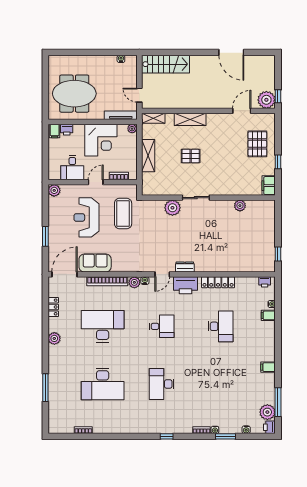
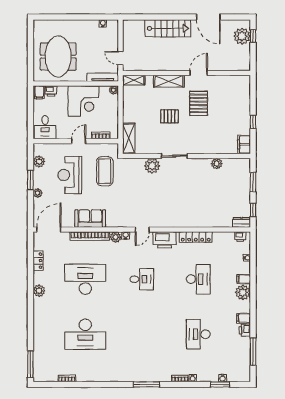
stairs: (165, 64) -> (168, 28), moved
meeting table: (74, 94) -> (58, 57), turned 90
window: (278, 96) -> (253, 36), moved
plant: (266, 100) -> (242, 36), moved
door: (242, 111) -> (199, 73), moved
pallet: (257, 144) -> (199, 103), moved
shelving: (148, 156) -> (129, 138), moved
desk: (72, 168) -> (45, 127), moved
plant: (54, 190) -> (39, 162), moved
window: (278, 225) -> (253, 182), added
window: (45, 236) -> (30, 180), moved
plant: (53, 236) -> (38, 193), added
sofa: (95, 263) -> (90, 219), moved
dresser: (185, 267) -> (241, 222), moved
filing cabinet: (268, 315) -> (244, 279), moved
desk: (162, 384) -> (198, 334), moved
window: (45, 388) -> (30, 364), moved
plant: (267, 412) -> (243, 292), moved
printer: (269, 427) -> (245, 330), moved
window: (167, 436) -> (146, 384), width x2.17
window: (226, 436) -> (220, 384), moved

